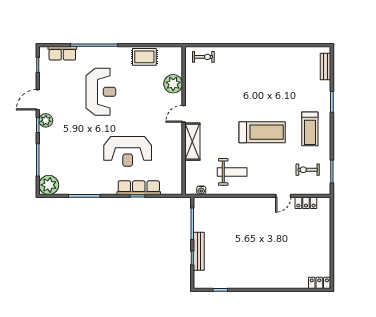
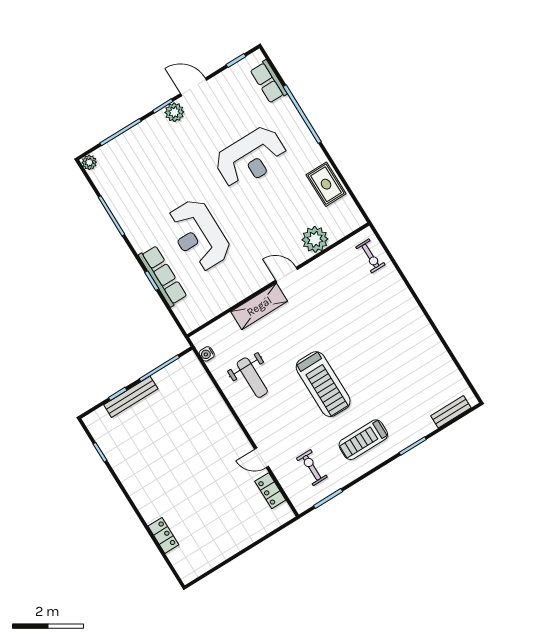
plant: (49, 185) -> (89, 162), width x0.53, depth x0.53
locker: (319, 283) -> (163, 535), moved

